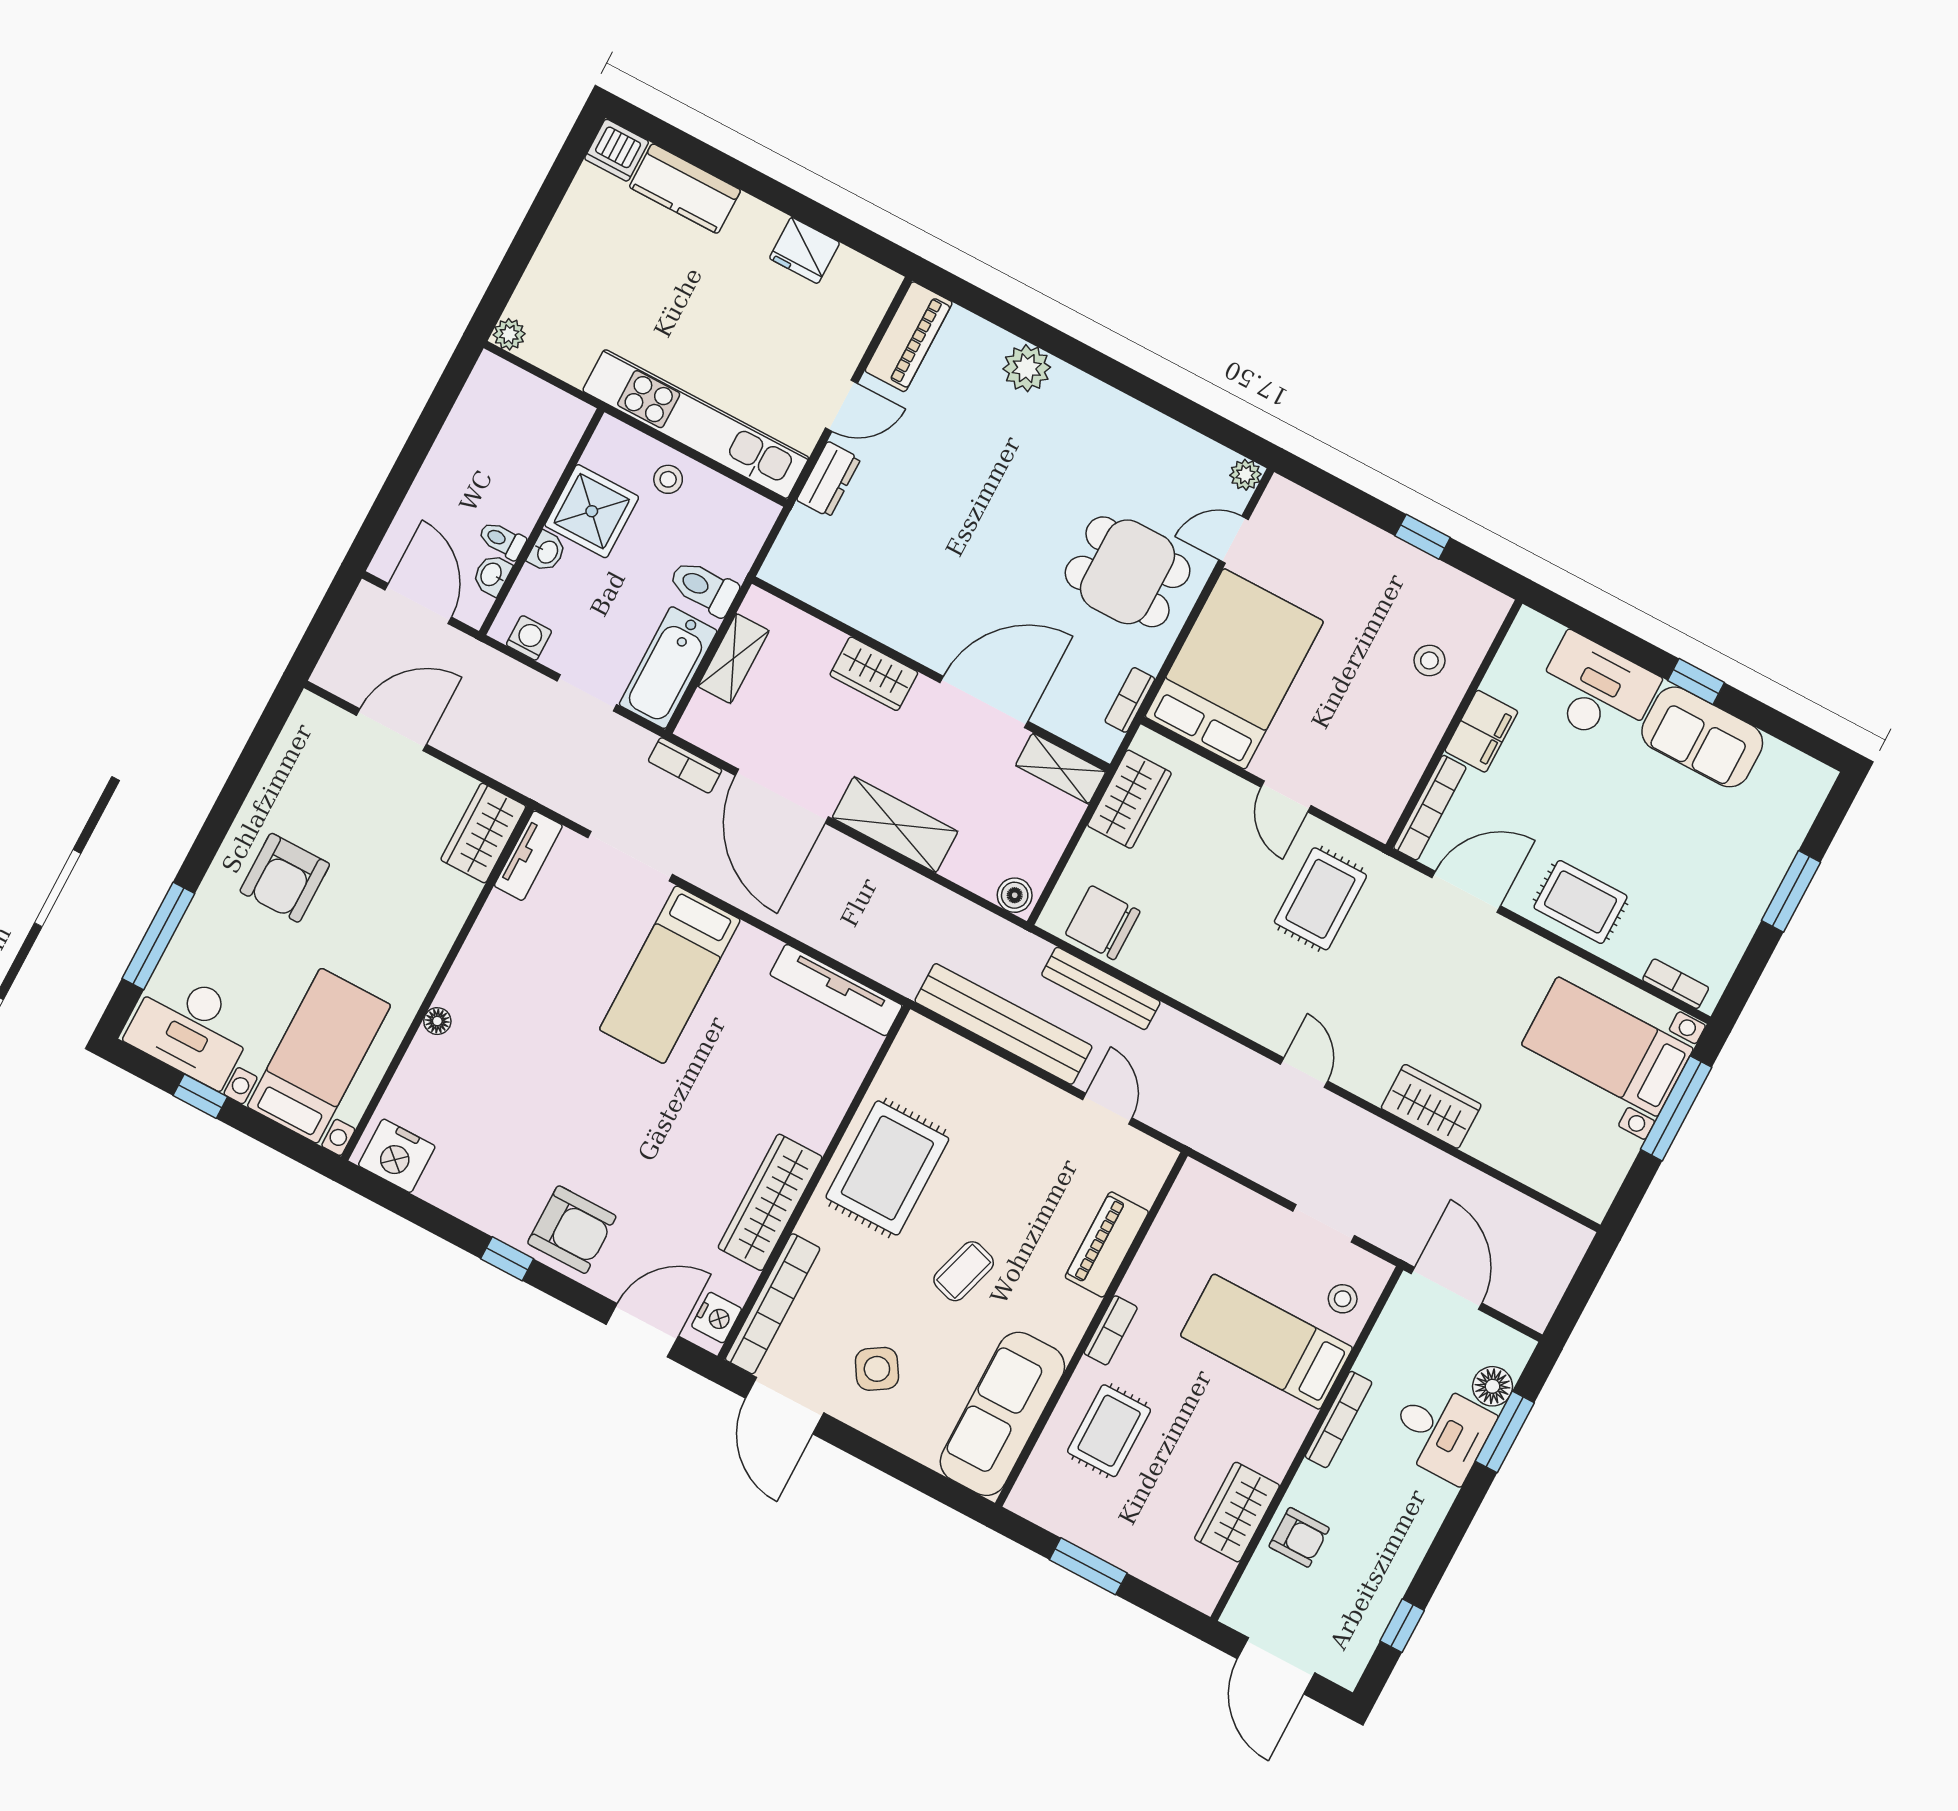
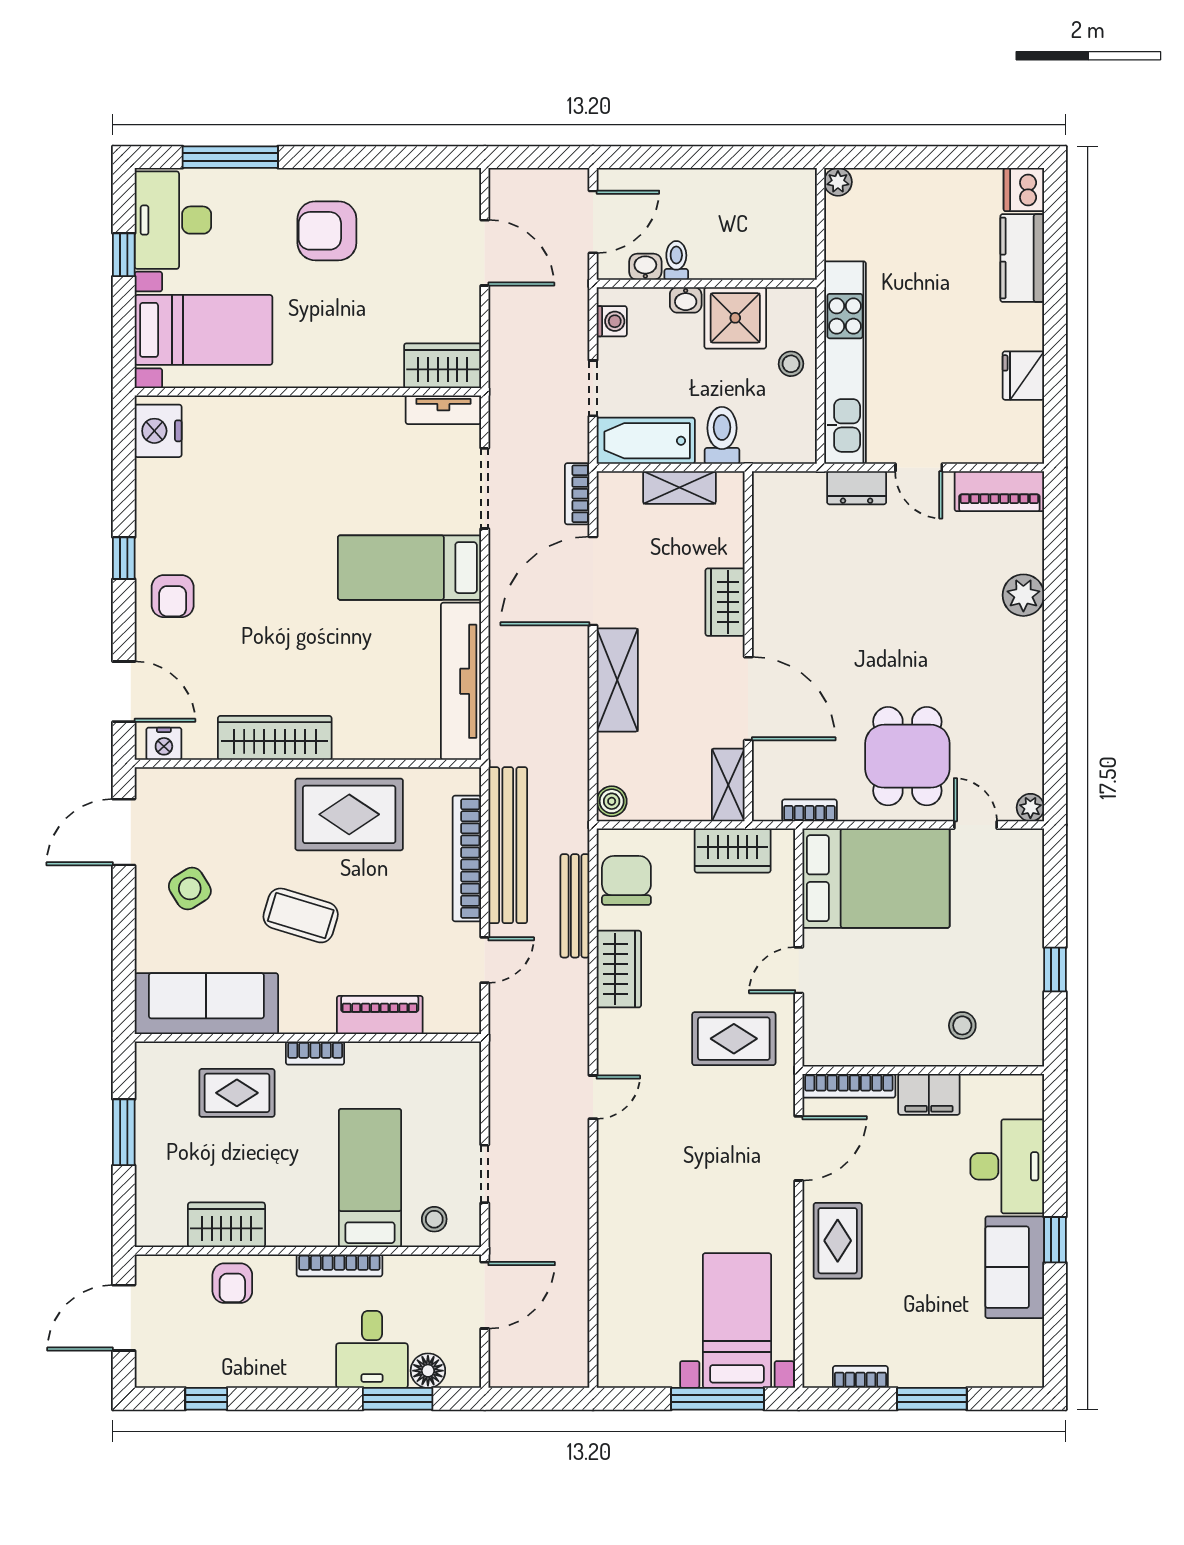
door: (1466, 892) -> (799, 1148), hinge flipped
bookcase: (1676, 984) -> (860, 1377), moved, turned -90
tv unit: (836, 990) -> (461, 681), width x1.36, depth x1.29
floor lamp: (437, 1021) -> (279, 407), removed
wardrobe: (1431, 1106) -> (619, 969), moved
armchair: (572, 1230) -> (173, 596), width x0.72, depth x0.72
coffee table: (964, 1271) -> (301, 915), width x1.36, depth x1.30
bookcase: (773, 1304) -> (467, 859), moved, turned 90

